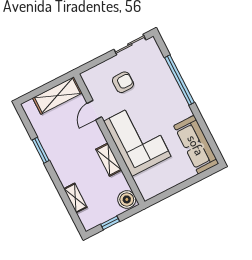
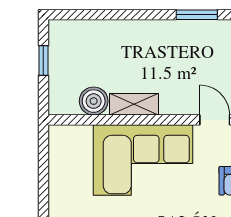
shelving: (75, 198) -> (104, 29), removed
boiler: (127, 199) -> (94, 101), moved

